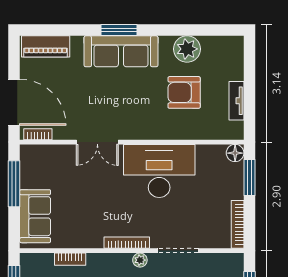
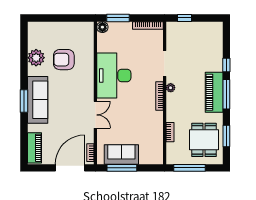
armchair: (184, 92) -> (64, 60), turned 90
tv unit: (236, 101) -> (69, 26), removed
sofa: (35, 216) -> (121, 154), moved

